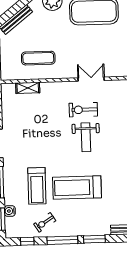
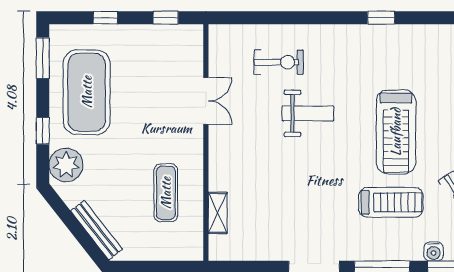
double door: (91, 79) -> (206, 101), swing flipped
exercise bike: (83, 110) -> (279, 62), moved, turned -90

